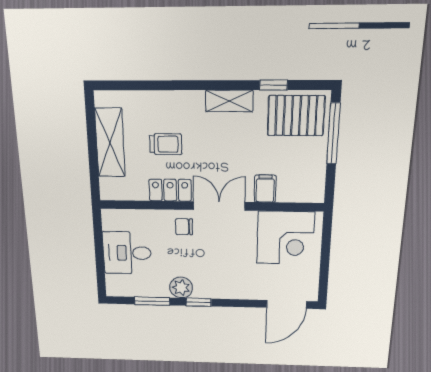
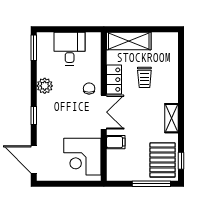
window: (273, 85) -> (181, 161), moved
shelving: (110, 143) -> (129, 41), moved
window: (152, 301) -> (34, 48), moved
window: (199, 302) -> (34, 115), moved

